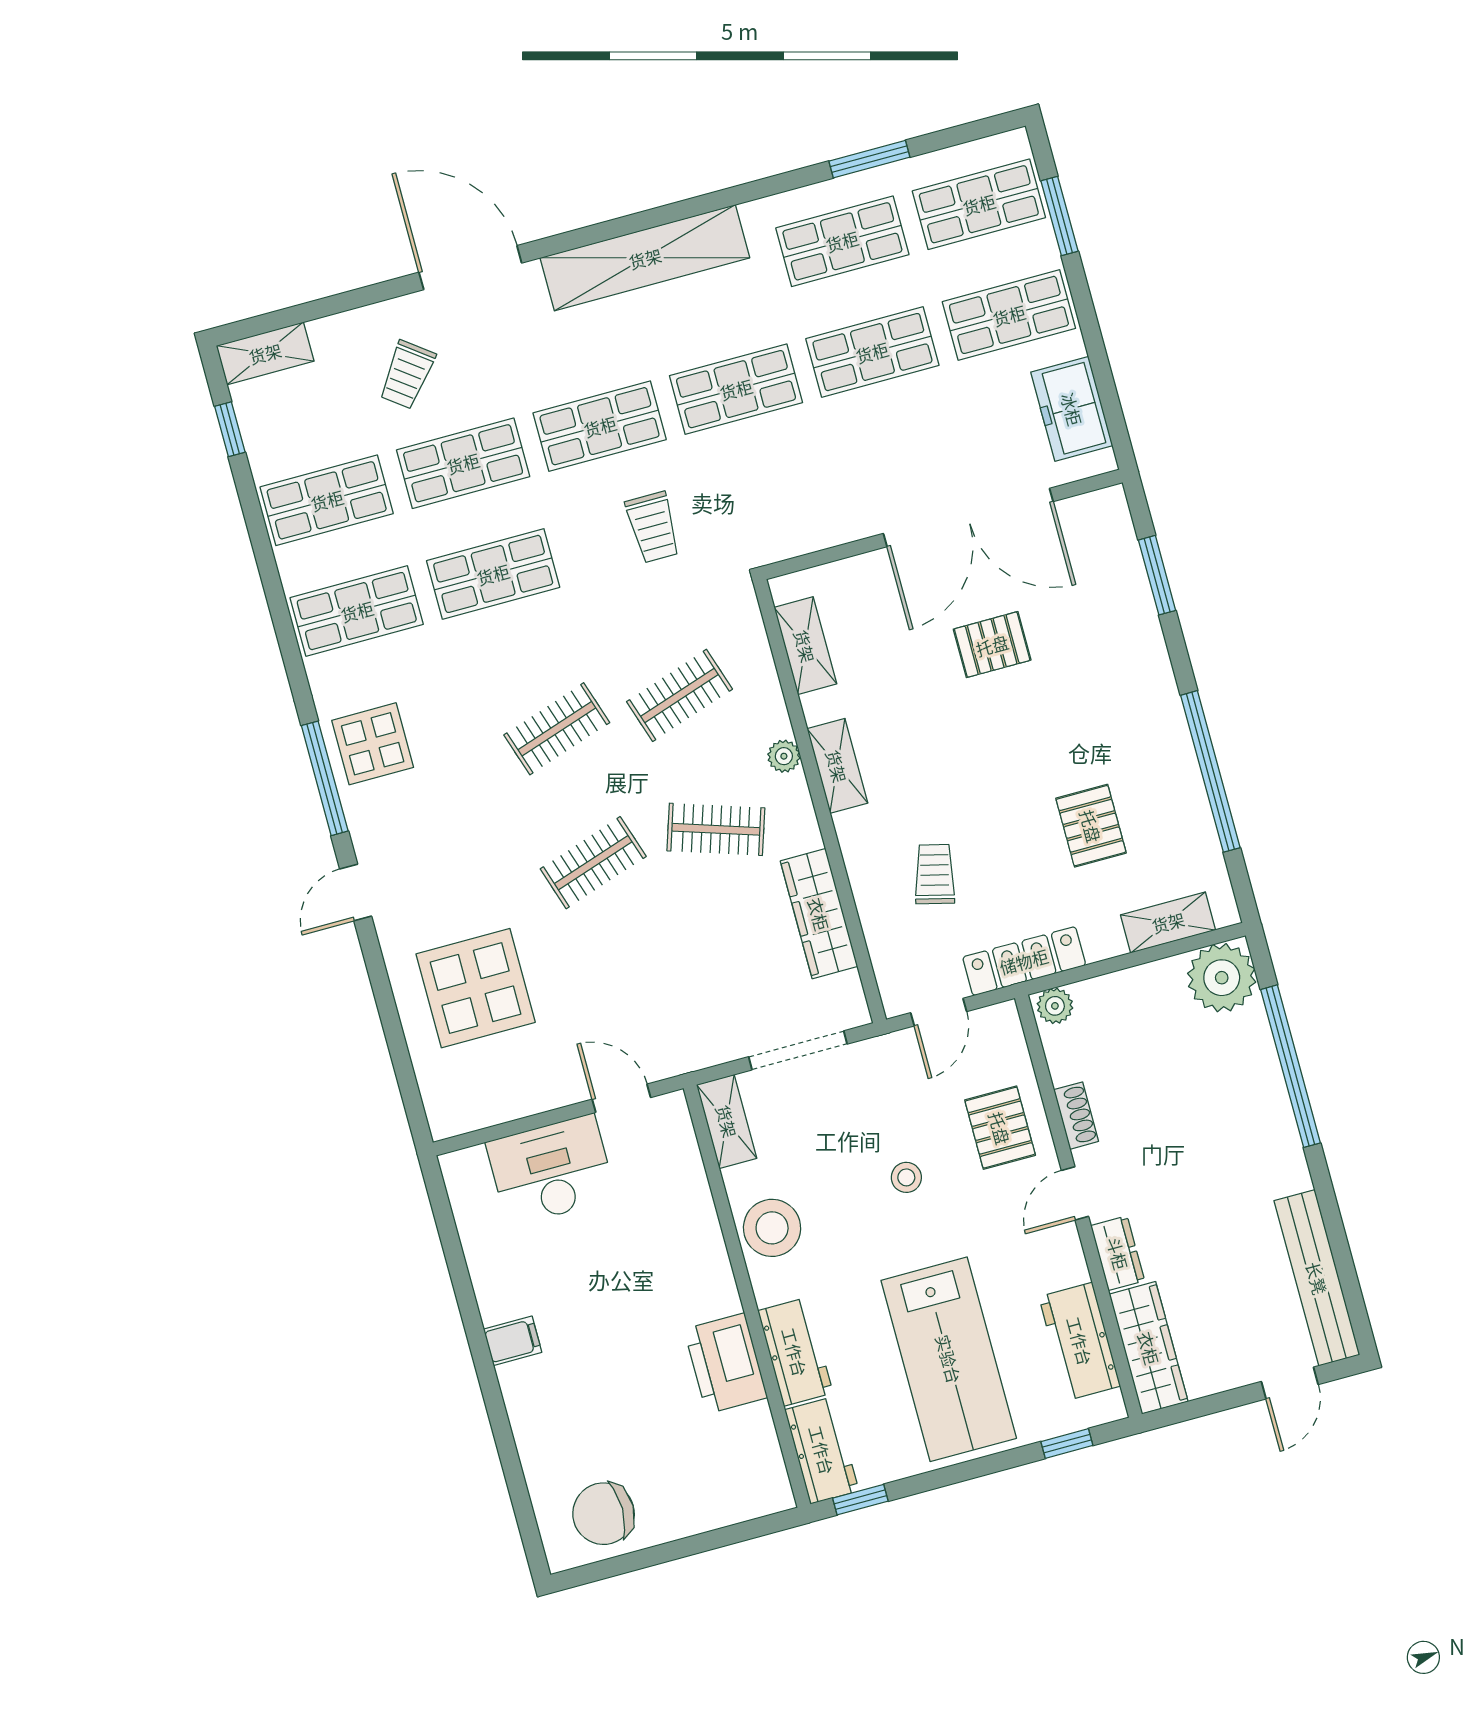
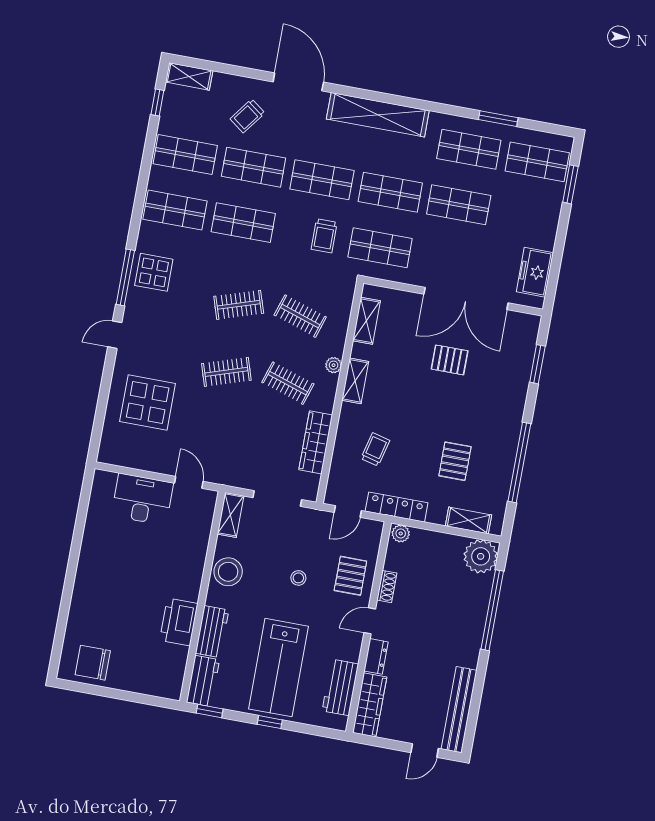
shop shelf: (1009, 315) -> (380, 248), moved
clothes rail: (680, 695) -> (300, 316), turned 36
filing cabinet: (513, 1341) -> (89, 567), removed
window: (1067, 1444) -> (270, 722), moved

